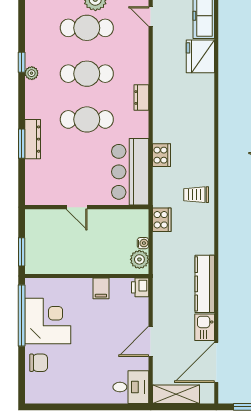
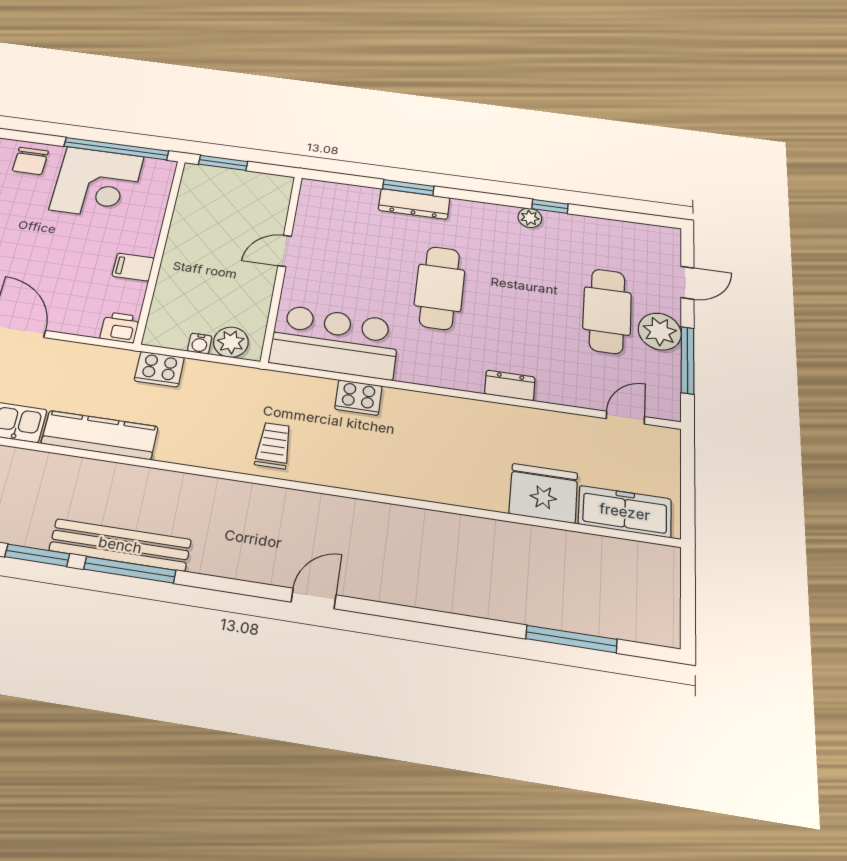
cafe table: (87, 74) -> (523, 299), removed
dresser: (141, 98) -> (510, 385), moved
cooker: (162, 220) -> (159, 369), moved
plant: (139, 259) -> (231, 342), moved

